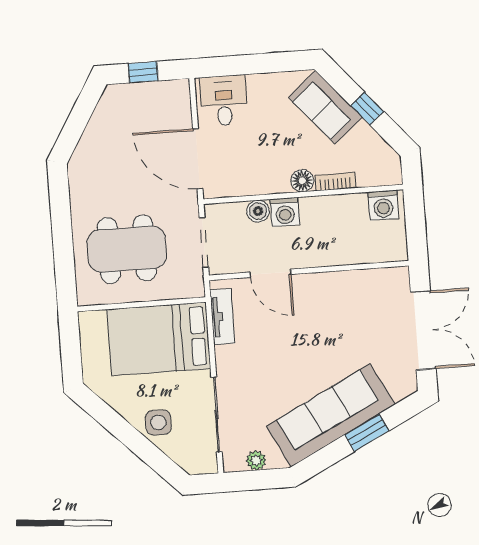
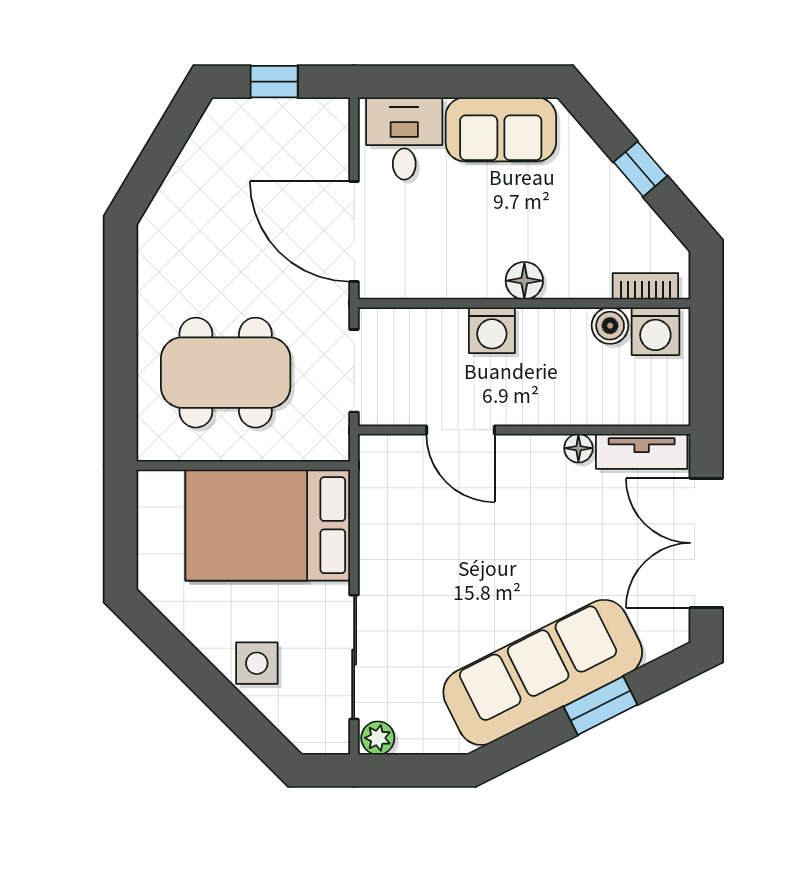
sofa: (325, 107) -> (501, 129), moved, turned -49
bookcase: (335, 182) -> (645, 286), moved
boiler: (258, 211) -> (610, 326), moved
floor lamp: (342, 279) -> (578, 448), added
tv unit: (222, 317) -> (642, 451), moved, turned 90
double door: (423, 330) -> (706, 543), swing flipped
plant: (256, 460) -> (378, 738), moved

